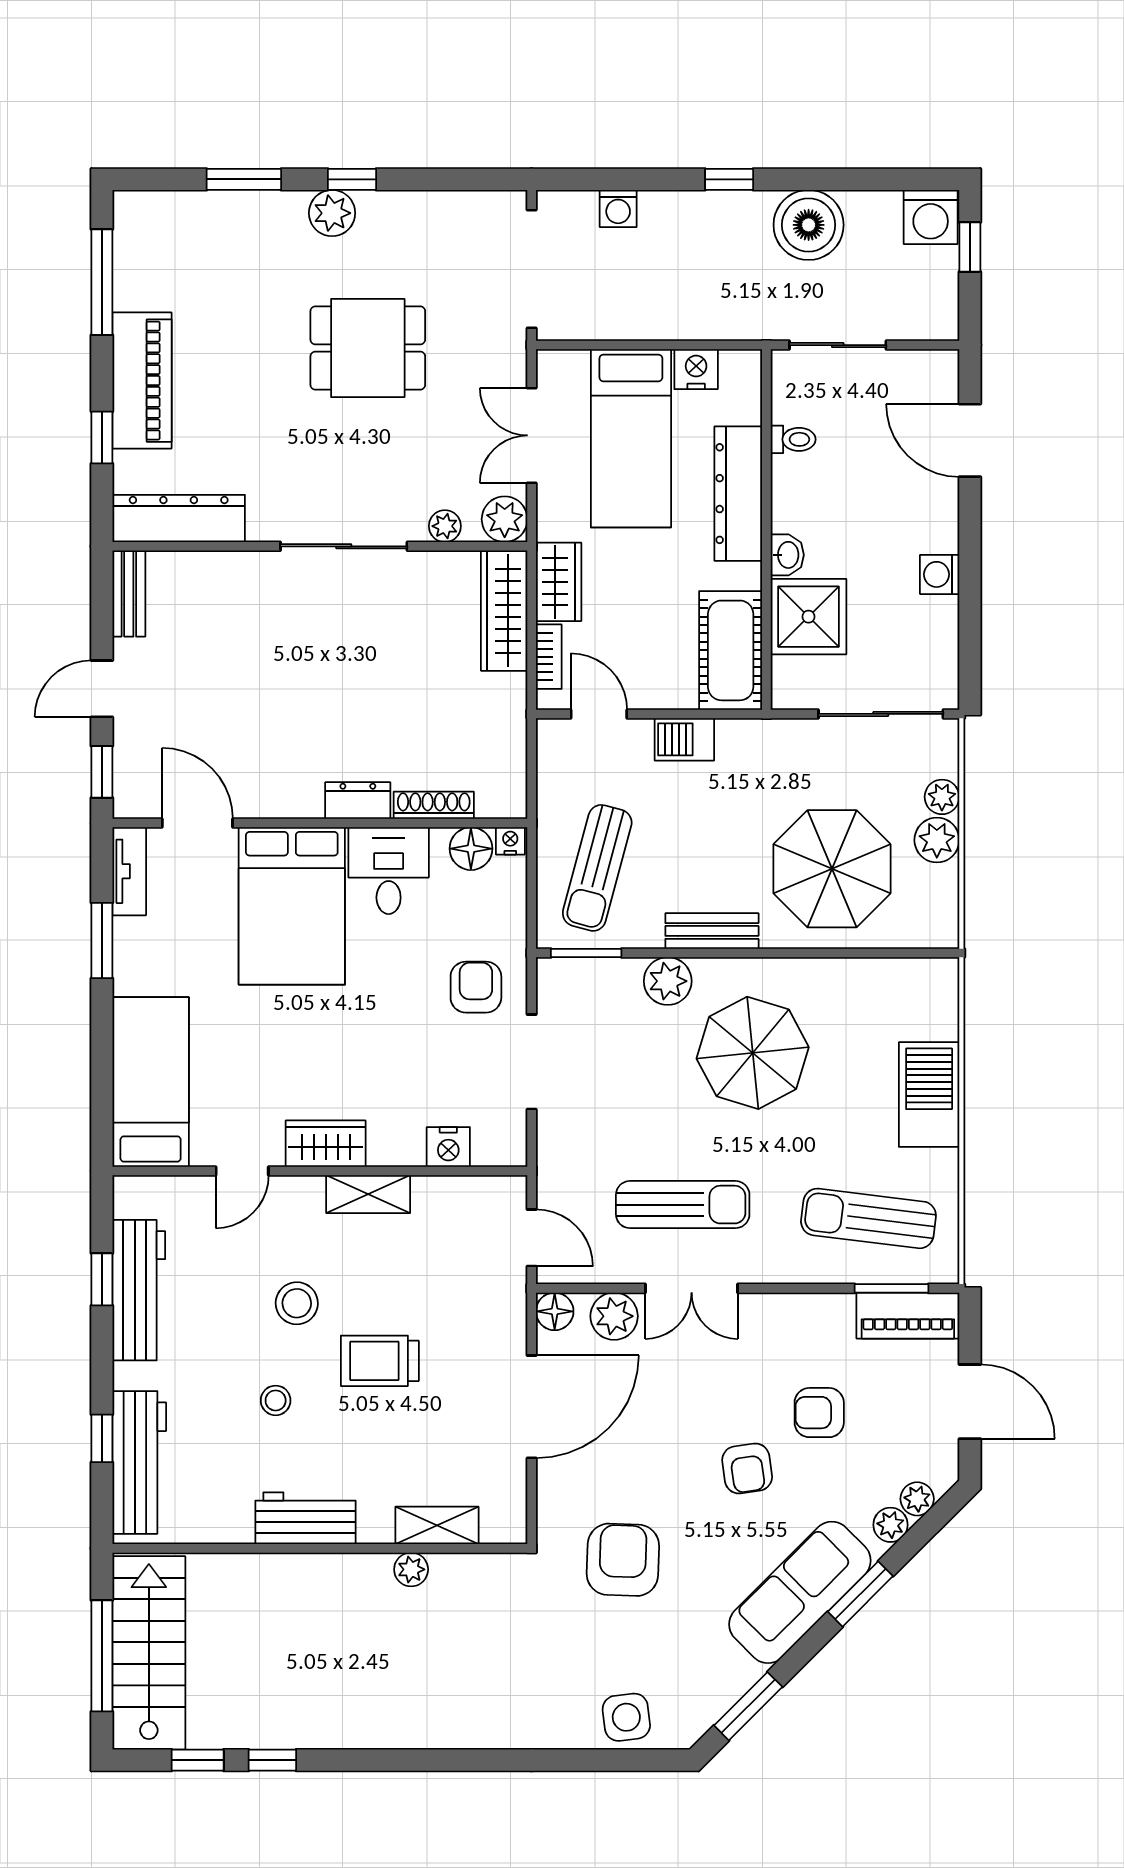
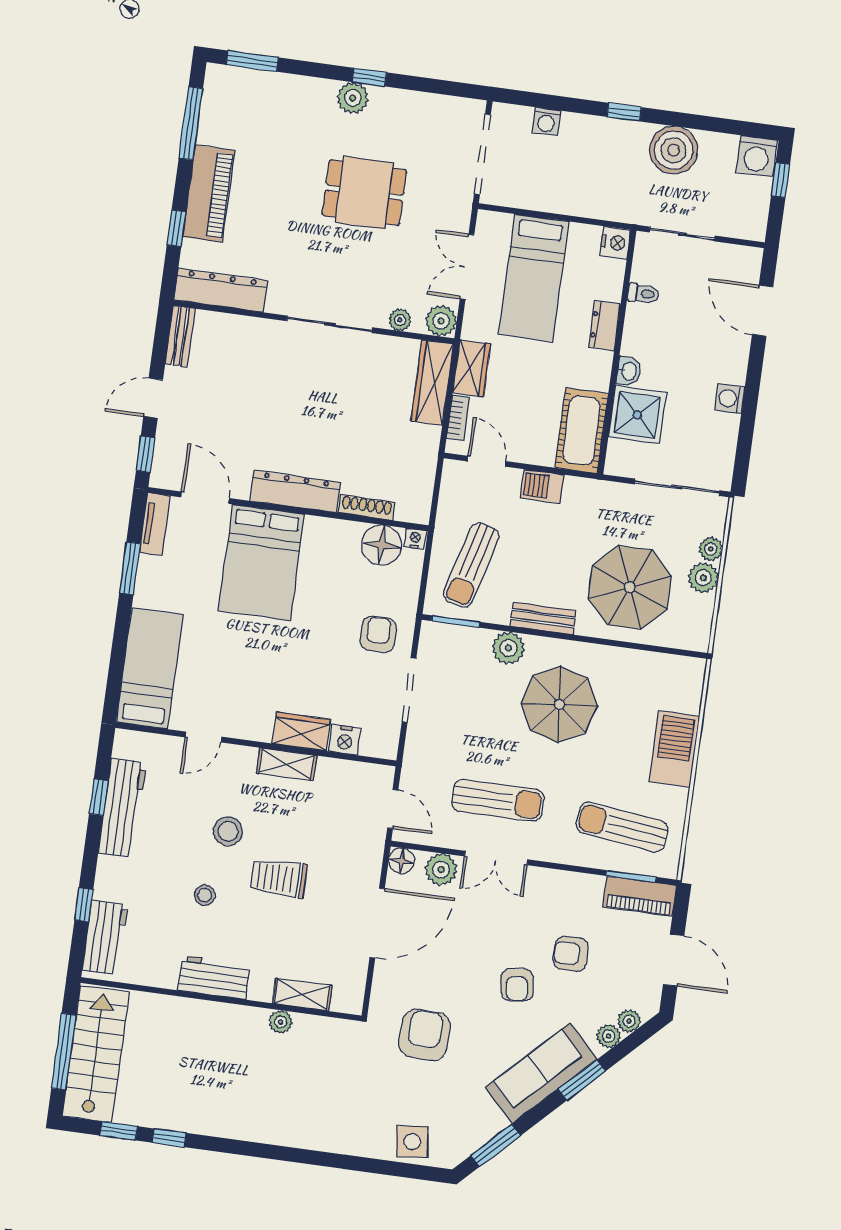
window: (244, 179) -> (252, 61), moved
nightstand: (696, 369) -> (615, 243), moved, turned 90
dresser: (738, 494) -> (604, 326), width x0.51, depth x0.80
dresser: (358, 801) -> (295, 491), width x1.96, depth x1.24
floor lamp: (471, 849) -> (382, 545), width x1.38, depth x1.38
desk: (389, 871) -> (330, 548), removed
wardrobe: (326, 1144) -> (301, 732), moved
workbench: (139, 1462) -> (105, 938), width x0.73

